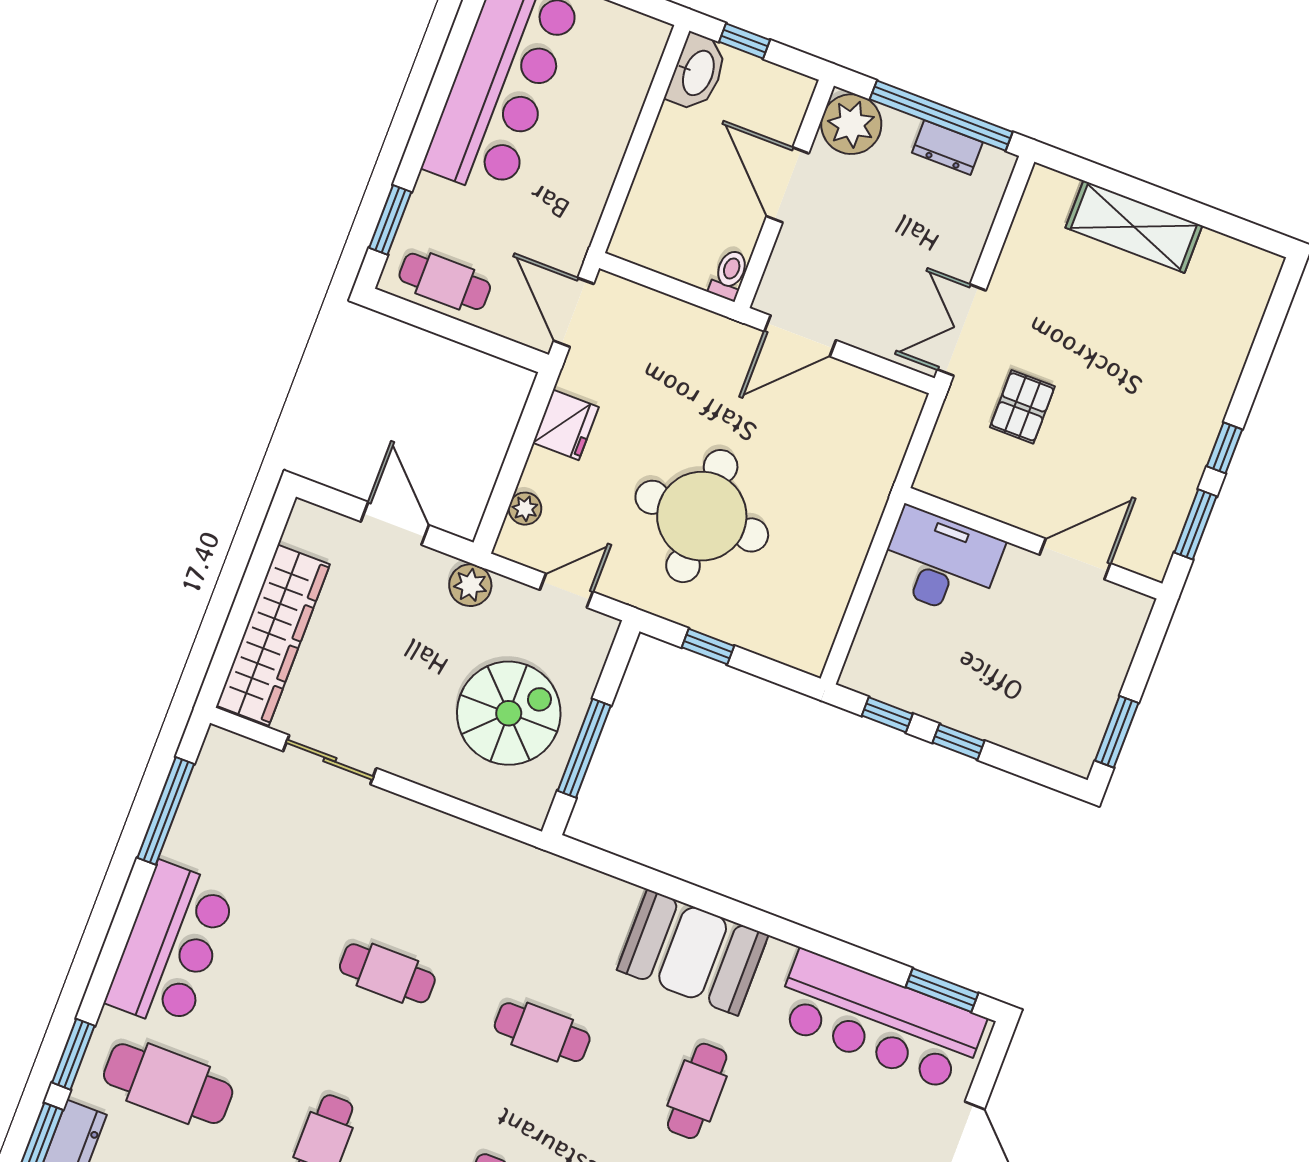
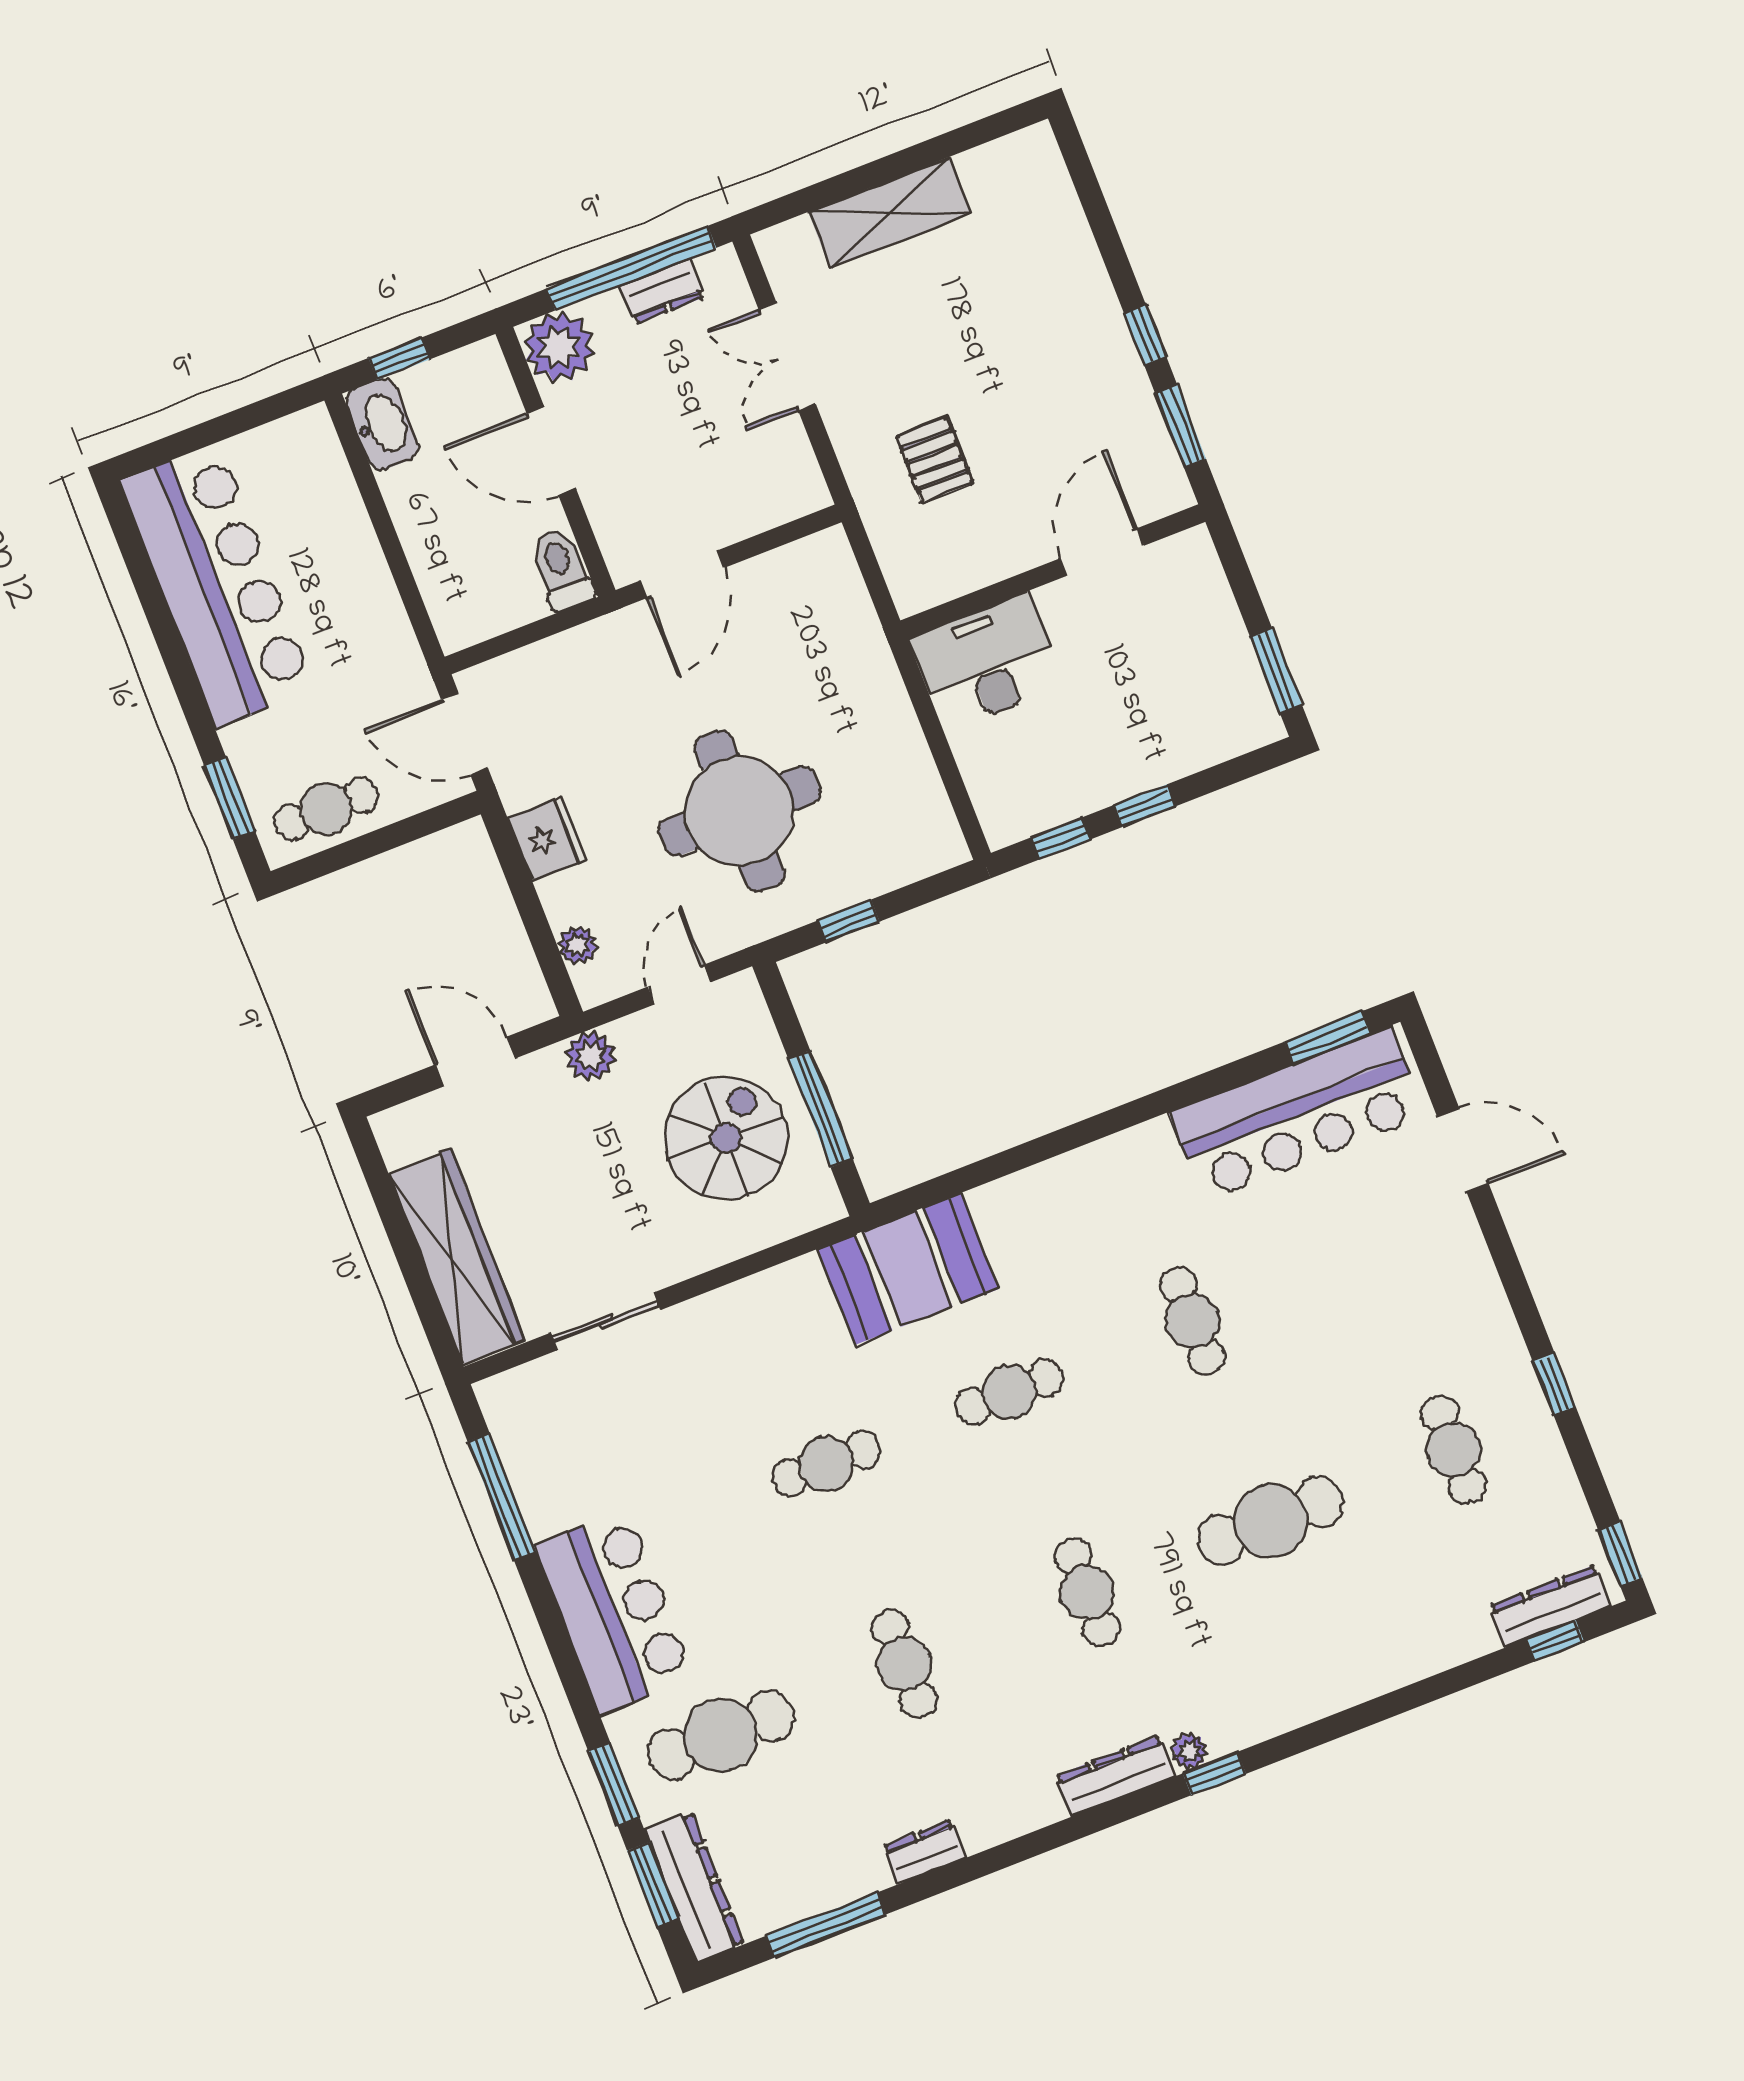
toilet: (729, 275) -> (561, 569), width x1.37, depth x1.39
double door: (962, 330) -> (787, 357), moved
booth: (693, 953) -> (908, 1269), moved

